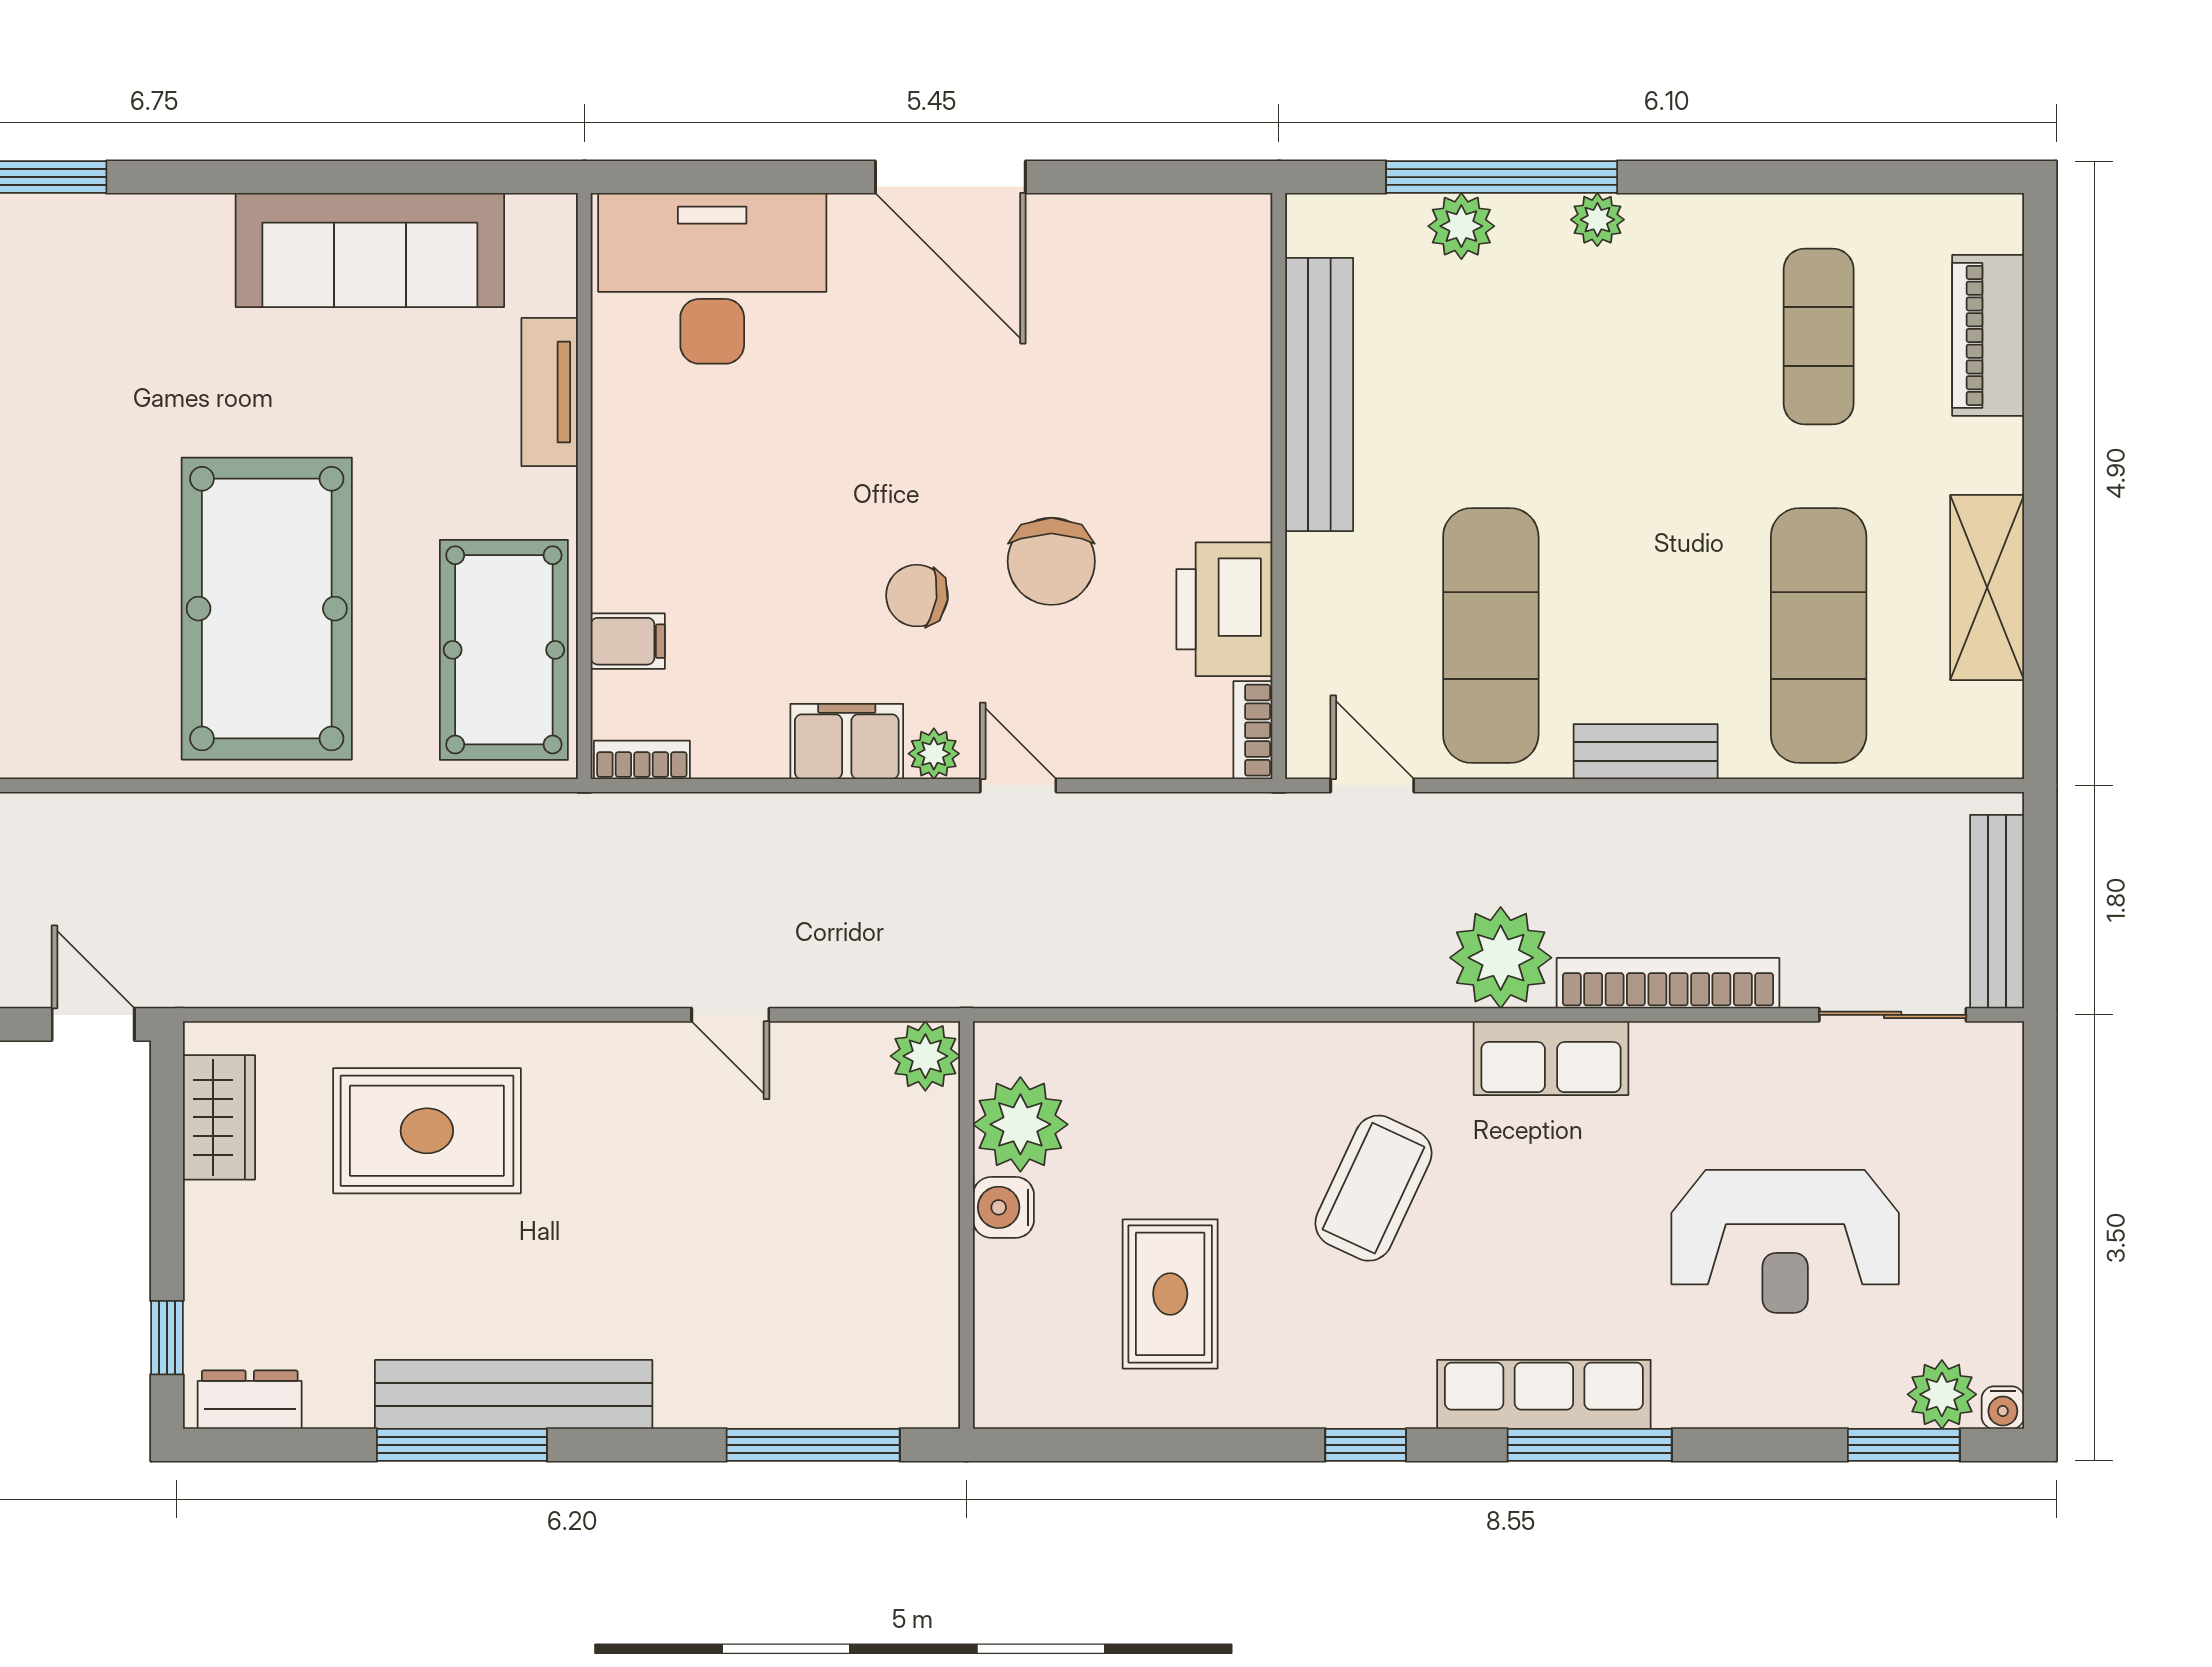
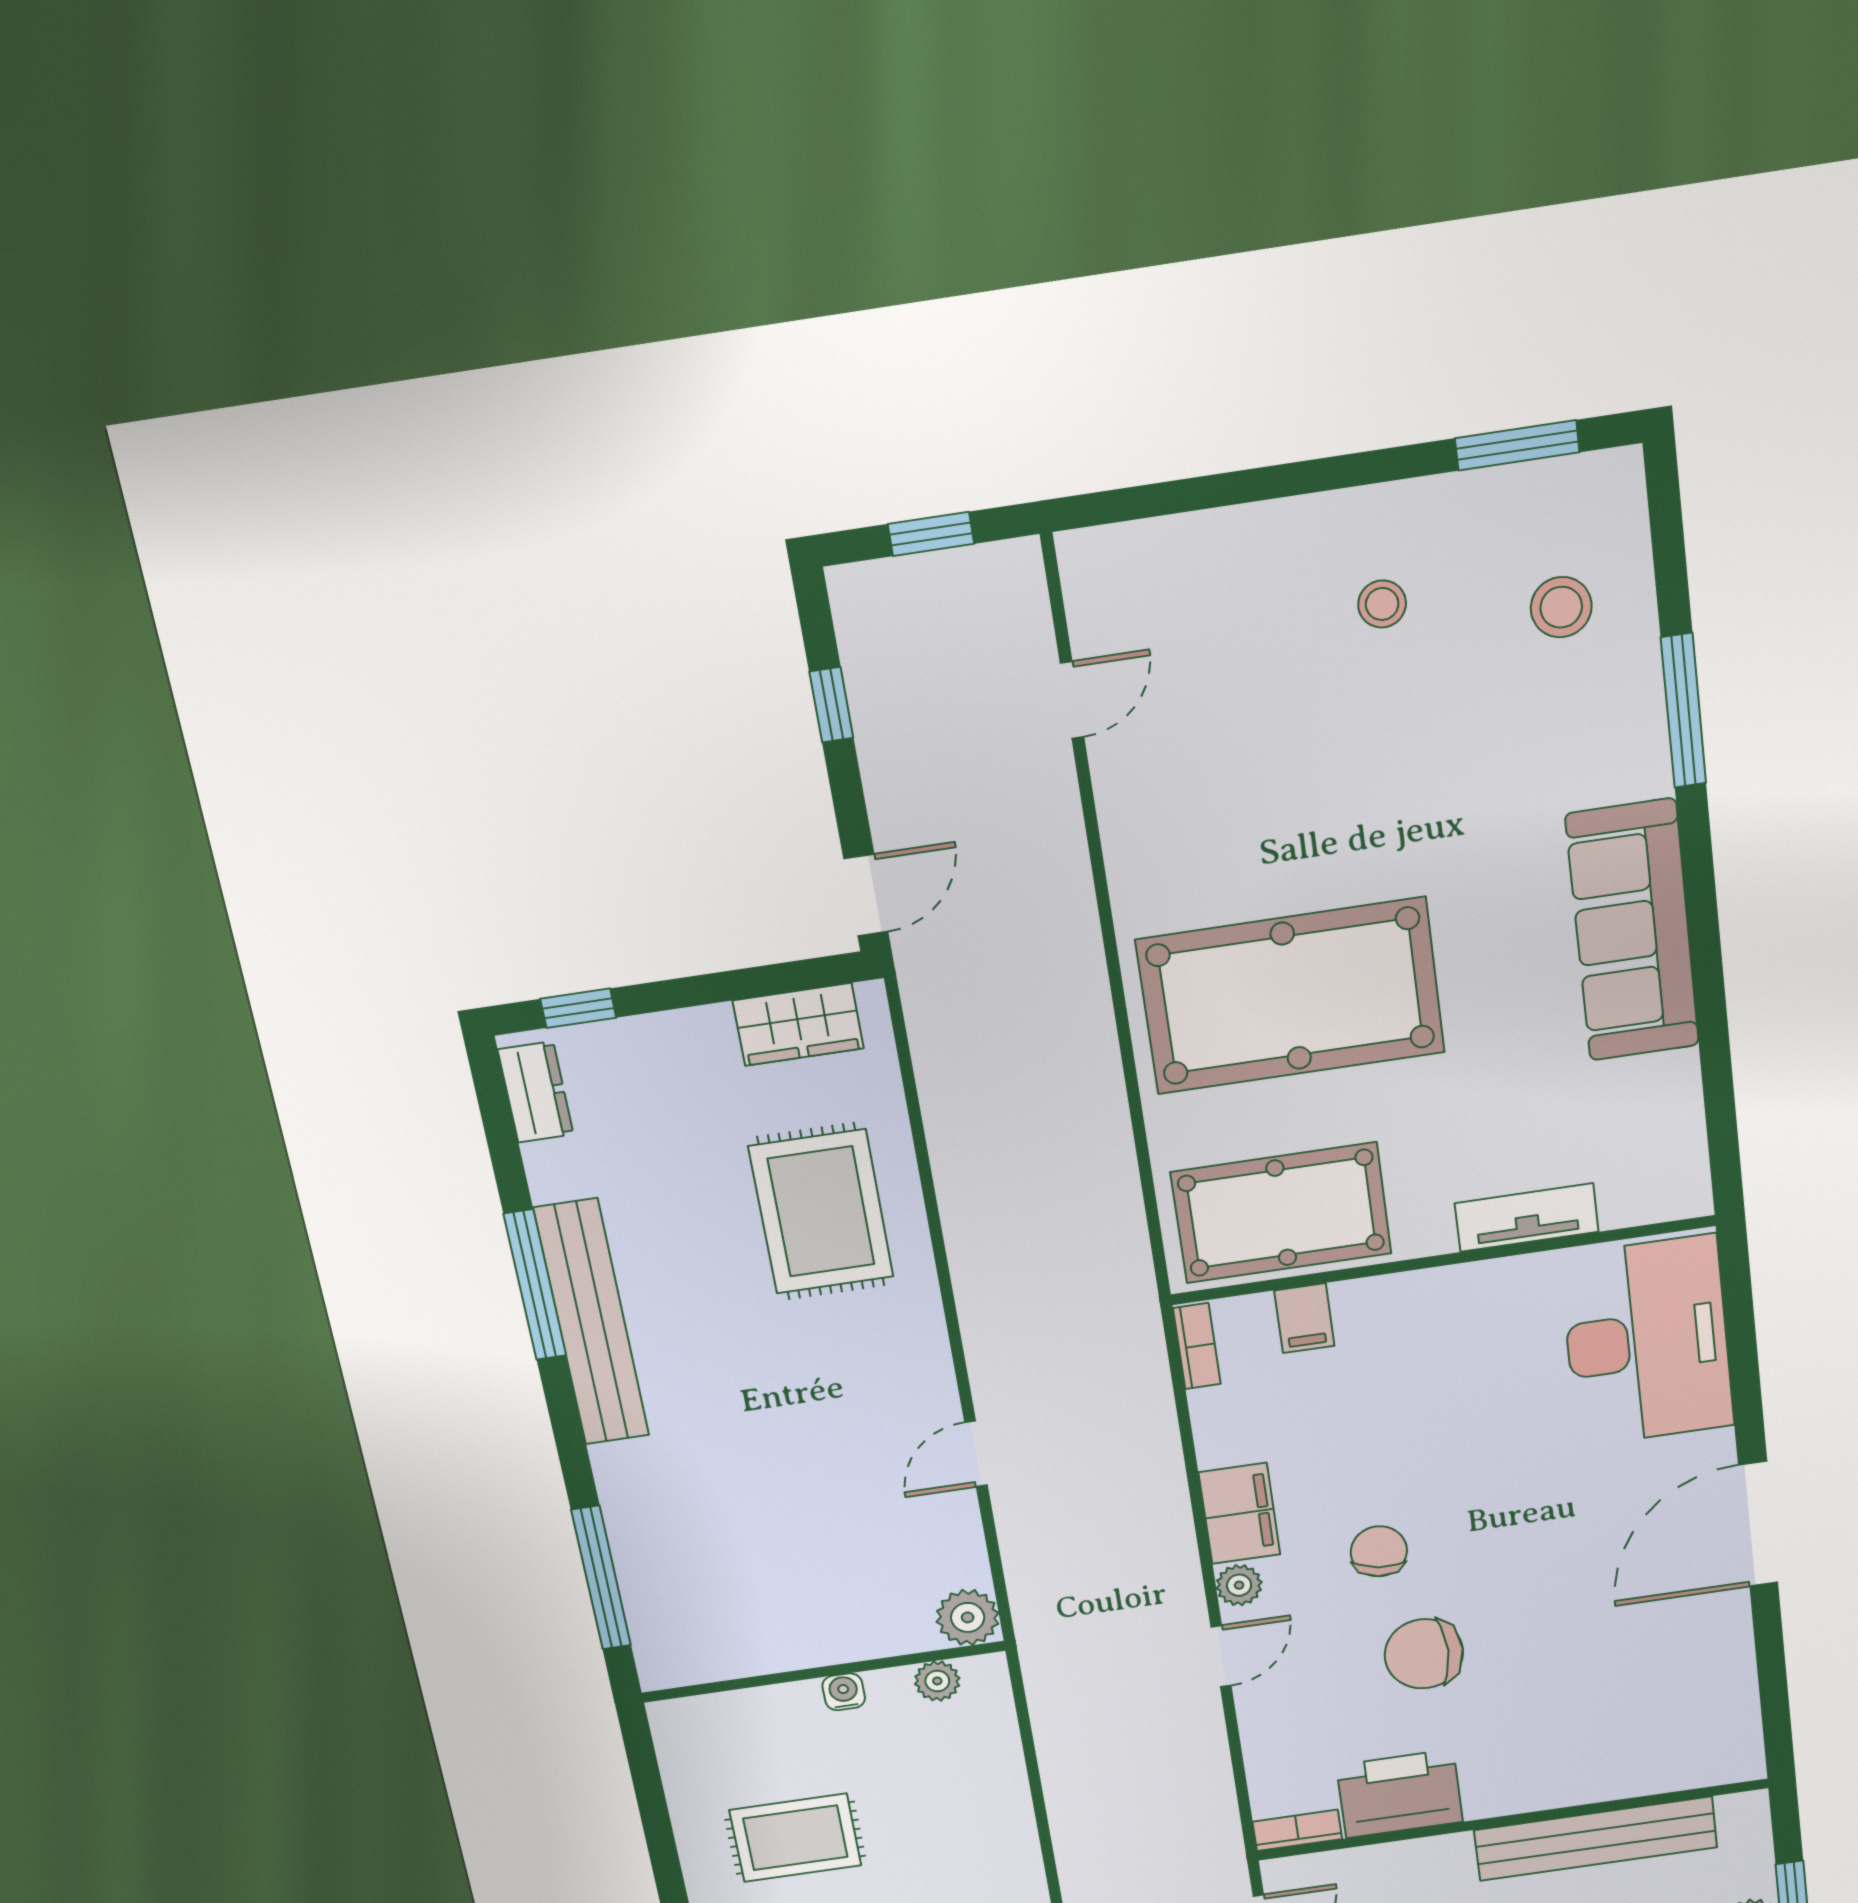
sofa: (370, 250) -> (1633, 931), moved
plant: (1020, 1124) -> (937, 1681), width x0.53, depth x0.53
water cooler: (1003, 1207) -> (844, 1692), width x0.72, depth x0.72

